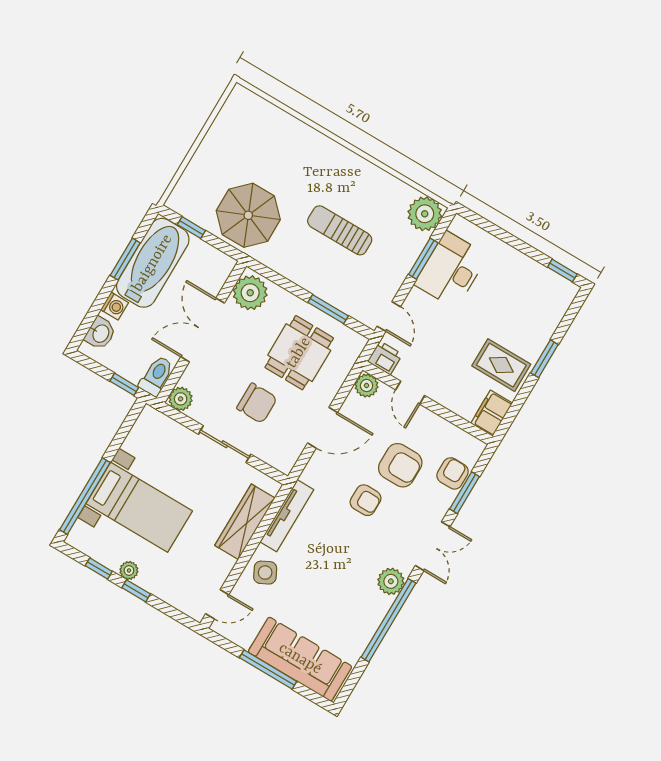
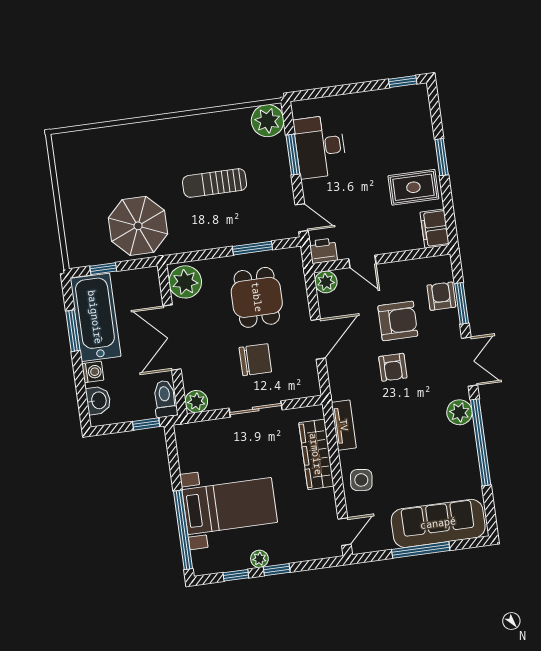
armchair: (366, 500) -> (393, 367), turned 90
tv unit: (287, 516) -> (344, 425), width x0.71
side table: (265, 573) -> (361, 480), turned 34

